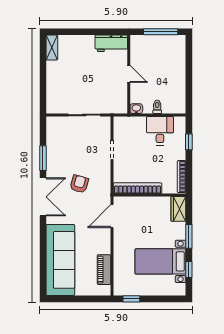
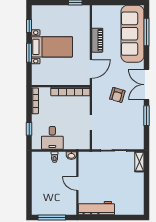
workbench: (111, 43) -> (96, 208), width x1.38
shelving: (52, 48) -> (139, 162), moved
wardrobe: (178, 209) -> (38, 75), removed
bed with nightstands: (160, 261) -> (52, 47), moved
window: (43, 262) -> (146, 32), added
piano: (104, 270) -> (97, 40), moved

